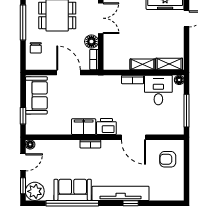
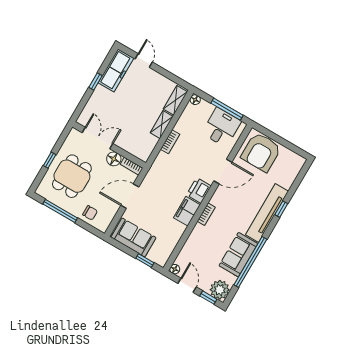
desk: (158, 90) -> (221, 127), moved, turned 90
armchair: (168, 159) -> (261, 152), width x1.88, depth x1.88

